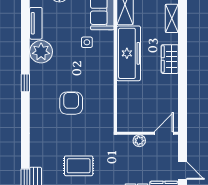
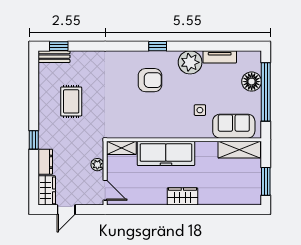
shelving: (172, 18) -> (121, 148), moved
freezer: (129, 53) -> (166, 153), moved
armchair: (71, 103) -> (150, 80), moved

